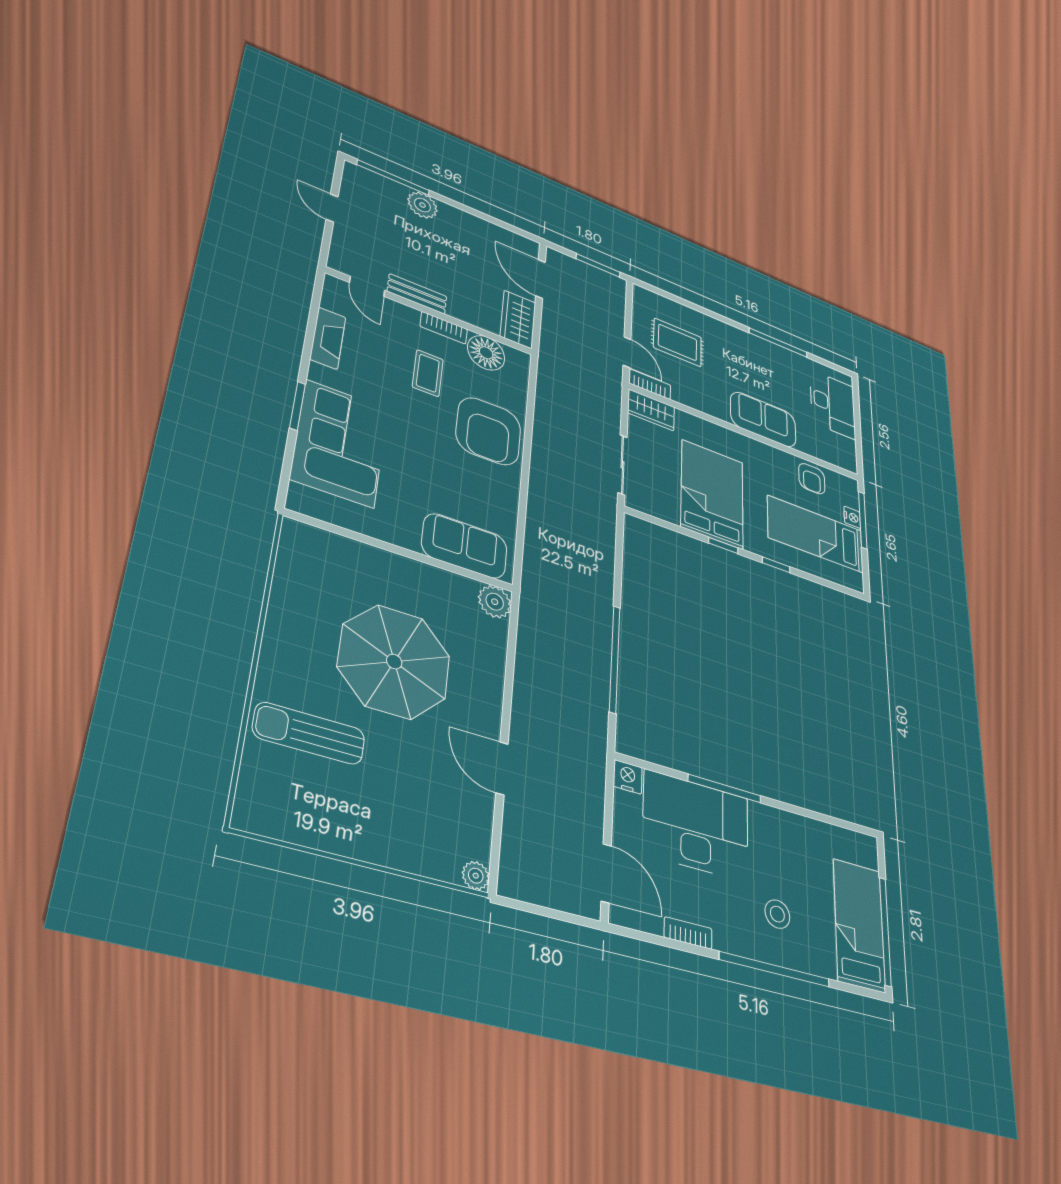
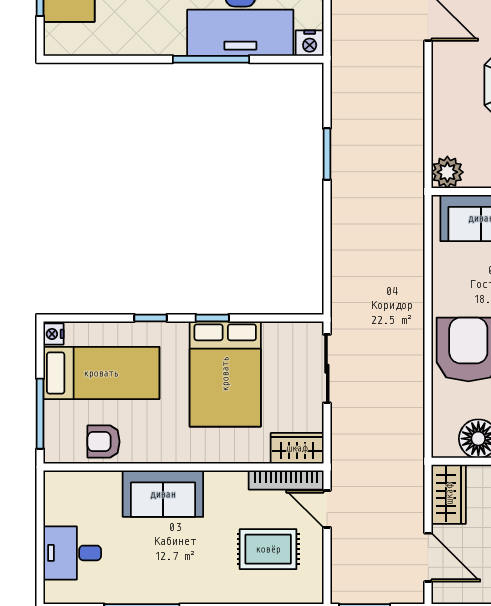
bookcase: (650, 384) -> (286, 480), width x1.56
desk: (833, 404) -> (72, 553), width x0.73
armchair: (812, 479) -> (104, 442), turned -90
nightstand: (852, 517) -> (54, 334), moved
window: (615, 659) -> (327, 154), width x0.47

